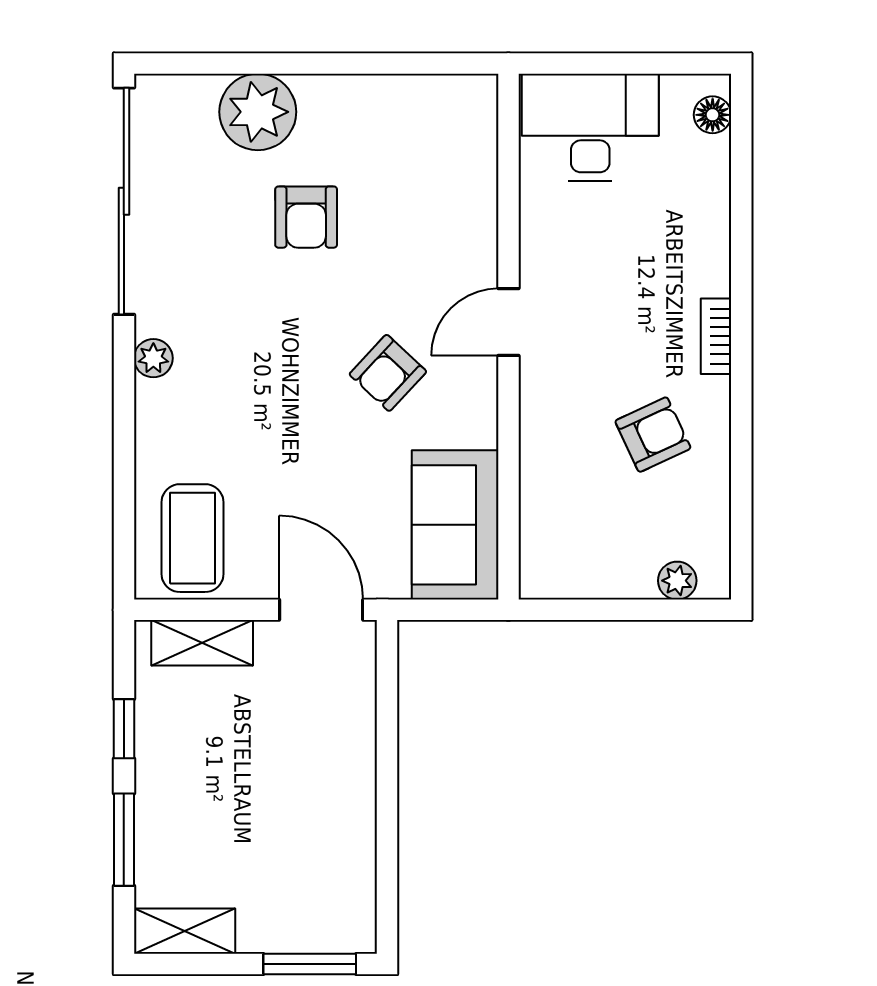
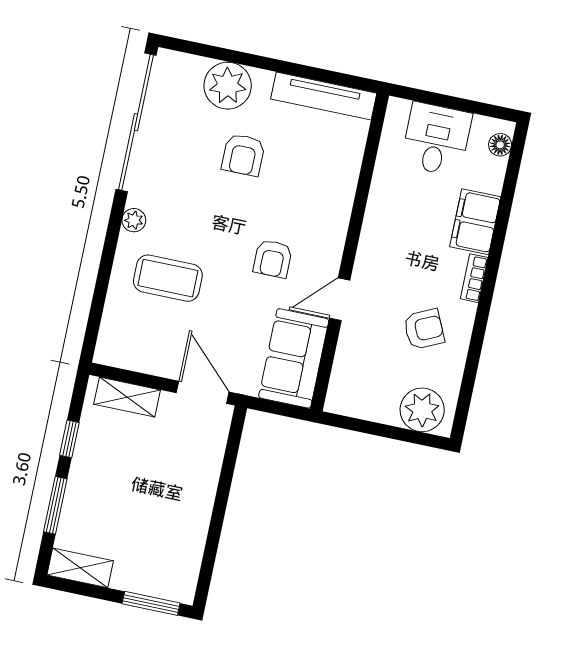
tv unit: (415, 96) -> (324, 96), added
desk: (590, 127) -> (436, 139), width x0.73
filing cabinet: (699, 246) -> (475, 222), added
door: (508, 322) -> (340, 299), moved
armchair: (388, 373) -> (273, 259), turned -43
coffee table: (192, 538) -> (168, 278), moved, turned 90
plant: (677, 581) -> (422, 410), width x1.88, depth x1.88

